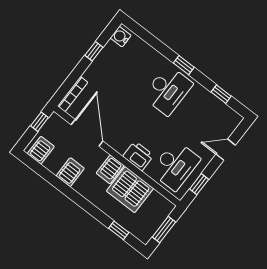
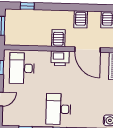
printer: (138, 156) -> (60, 58), moved
server rack: (130, 190) -> (38, 35), removed

